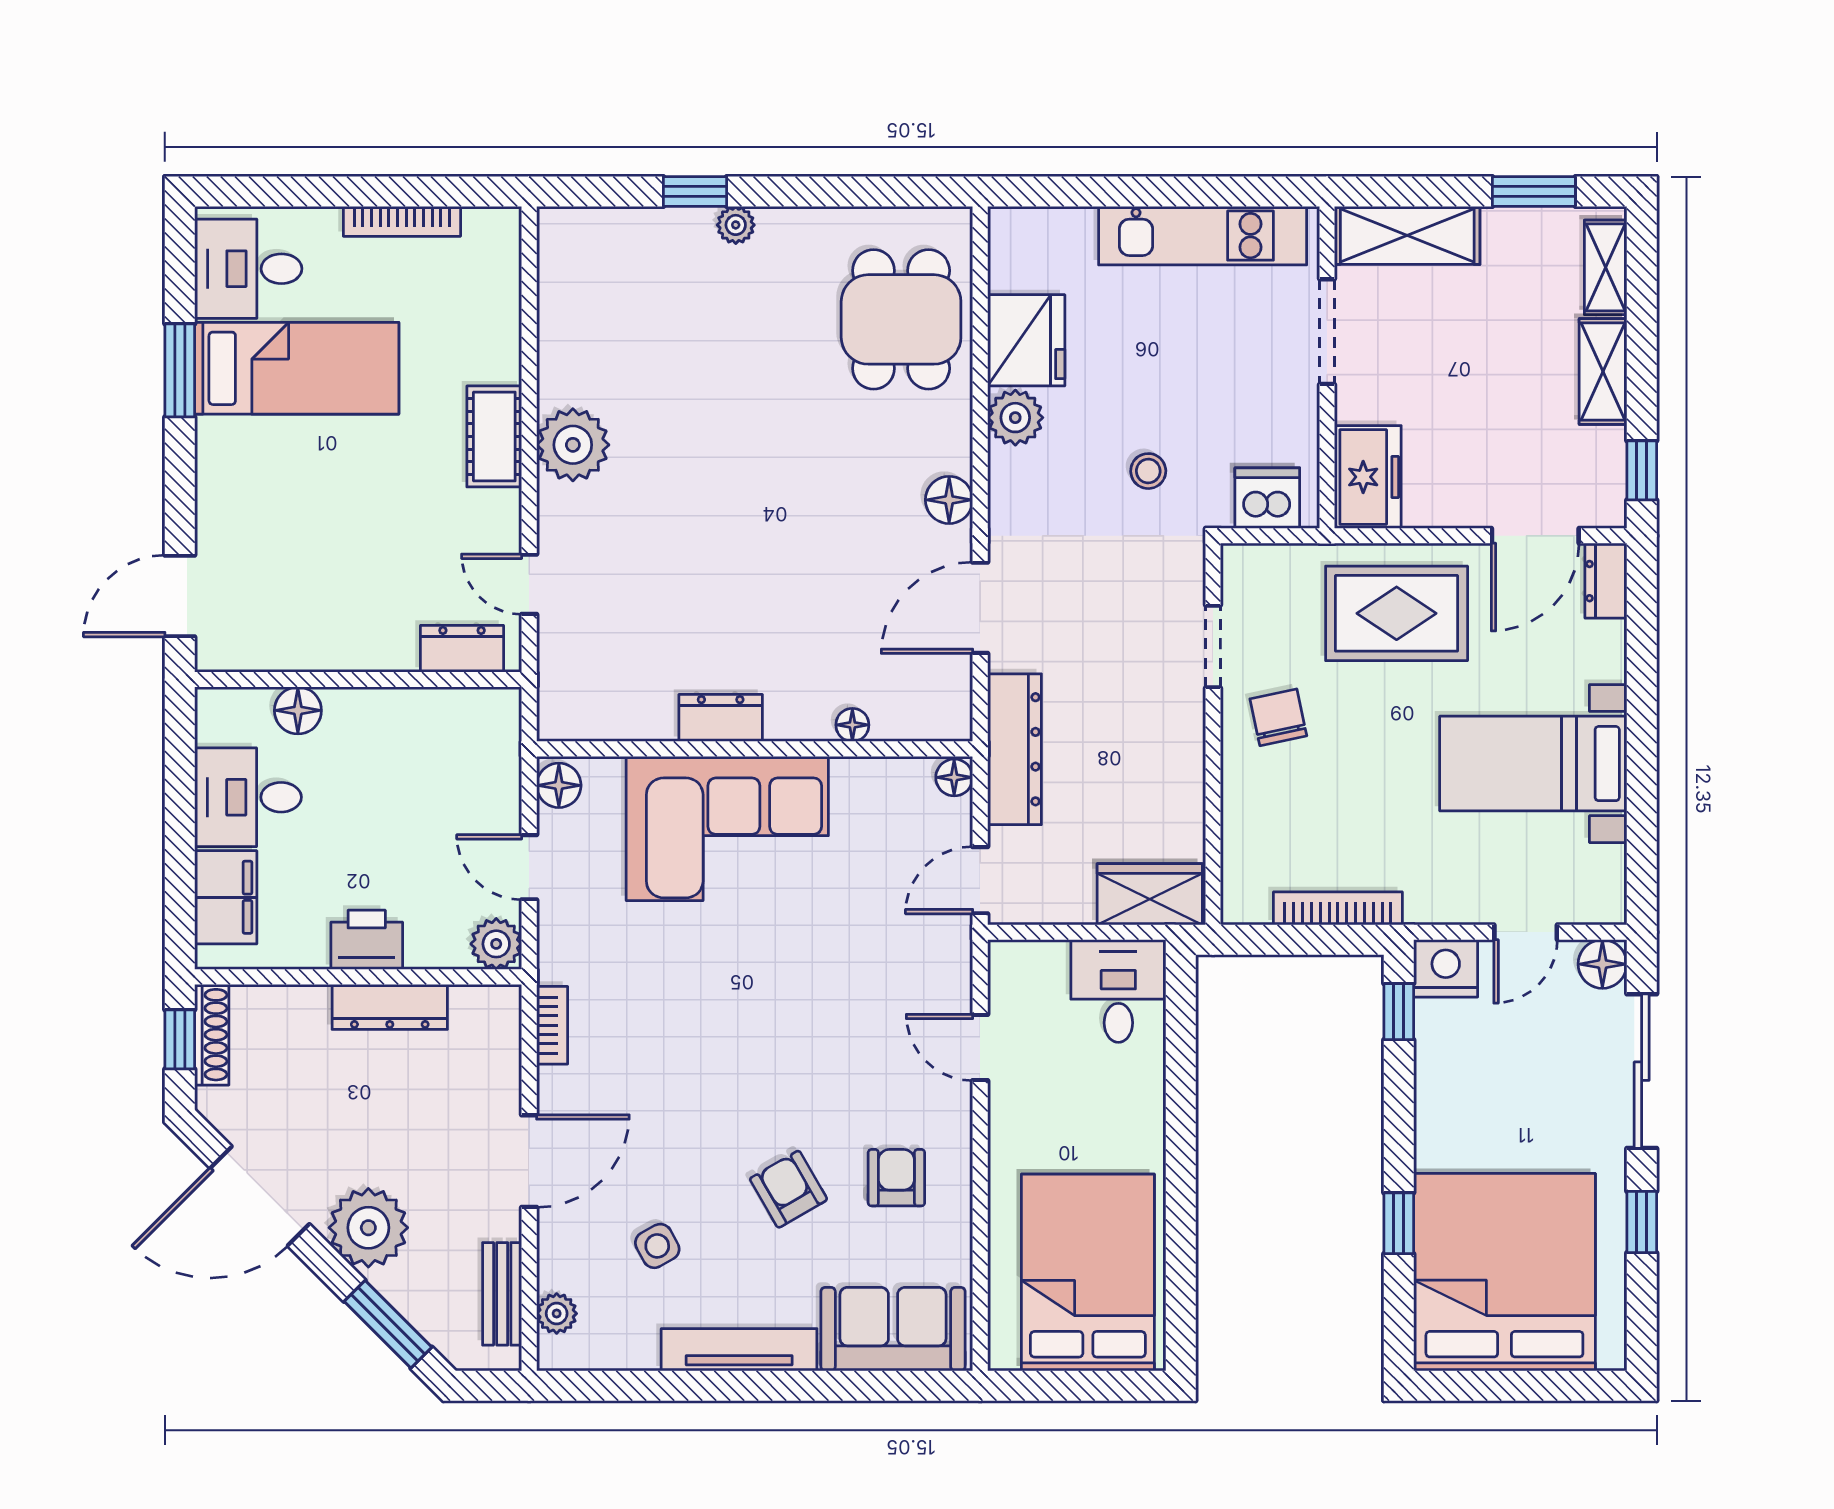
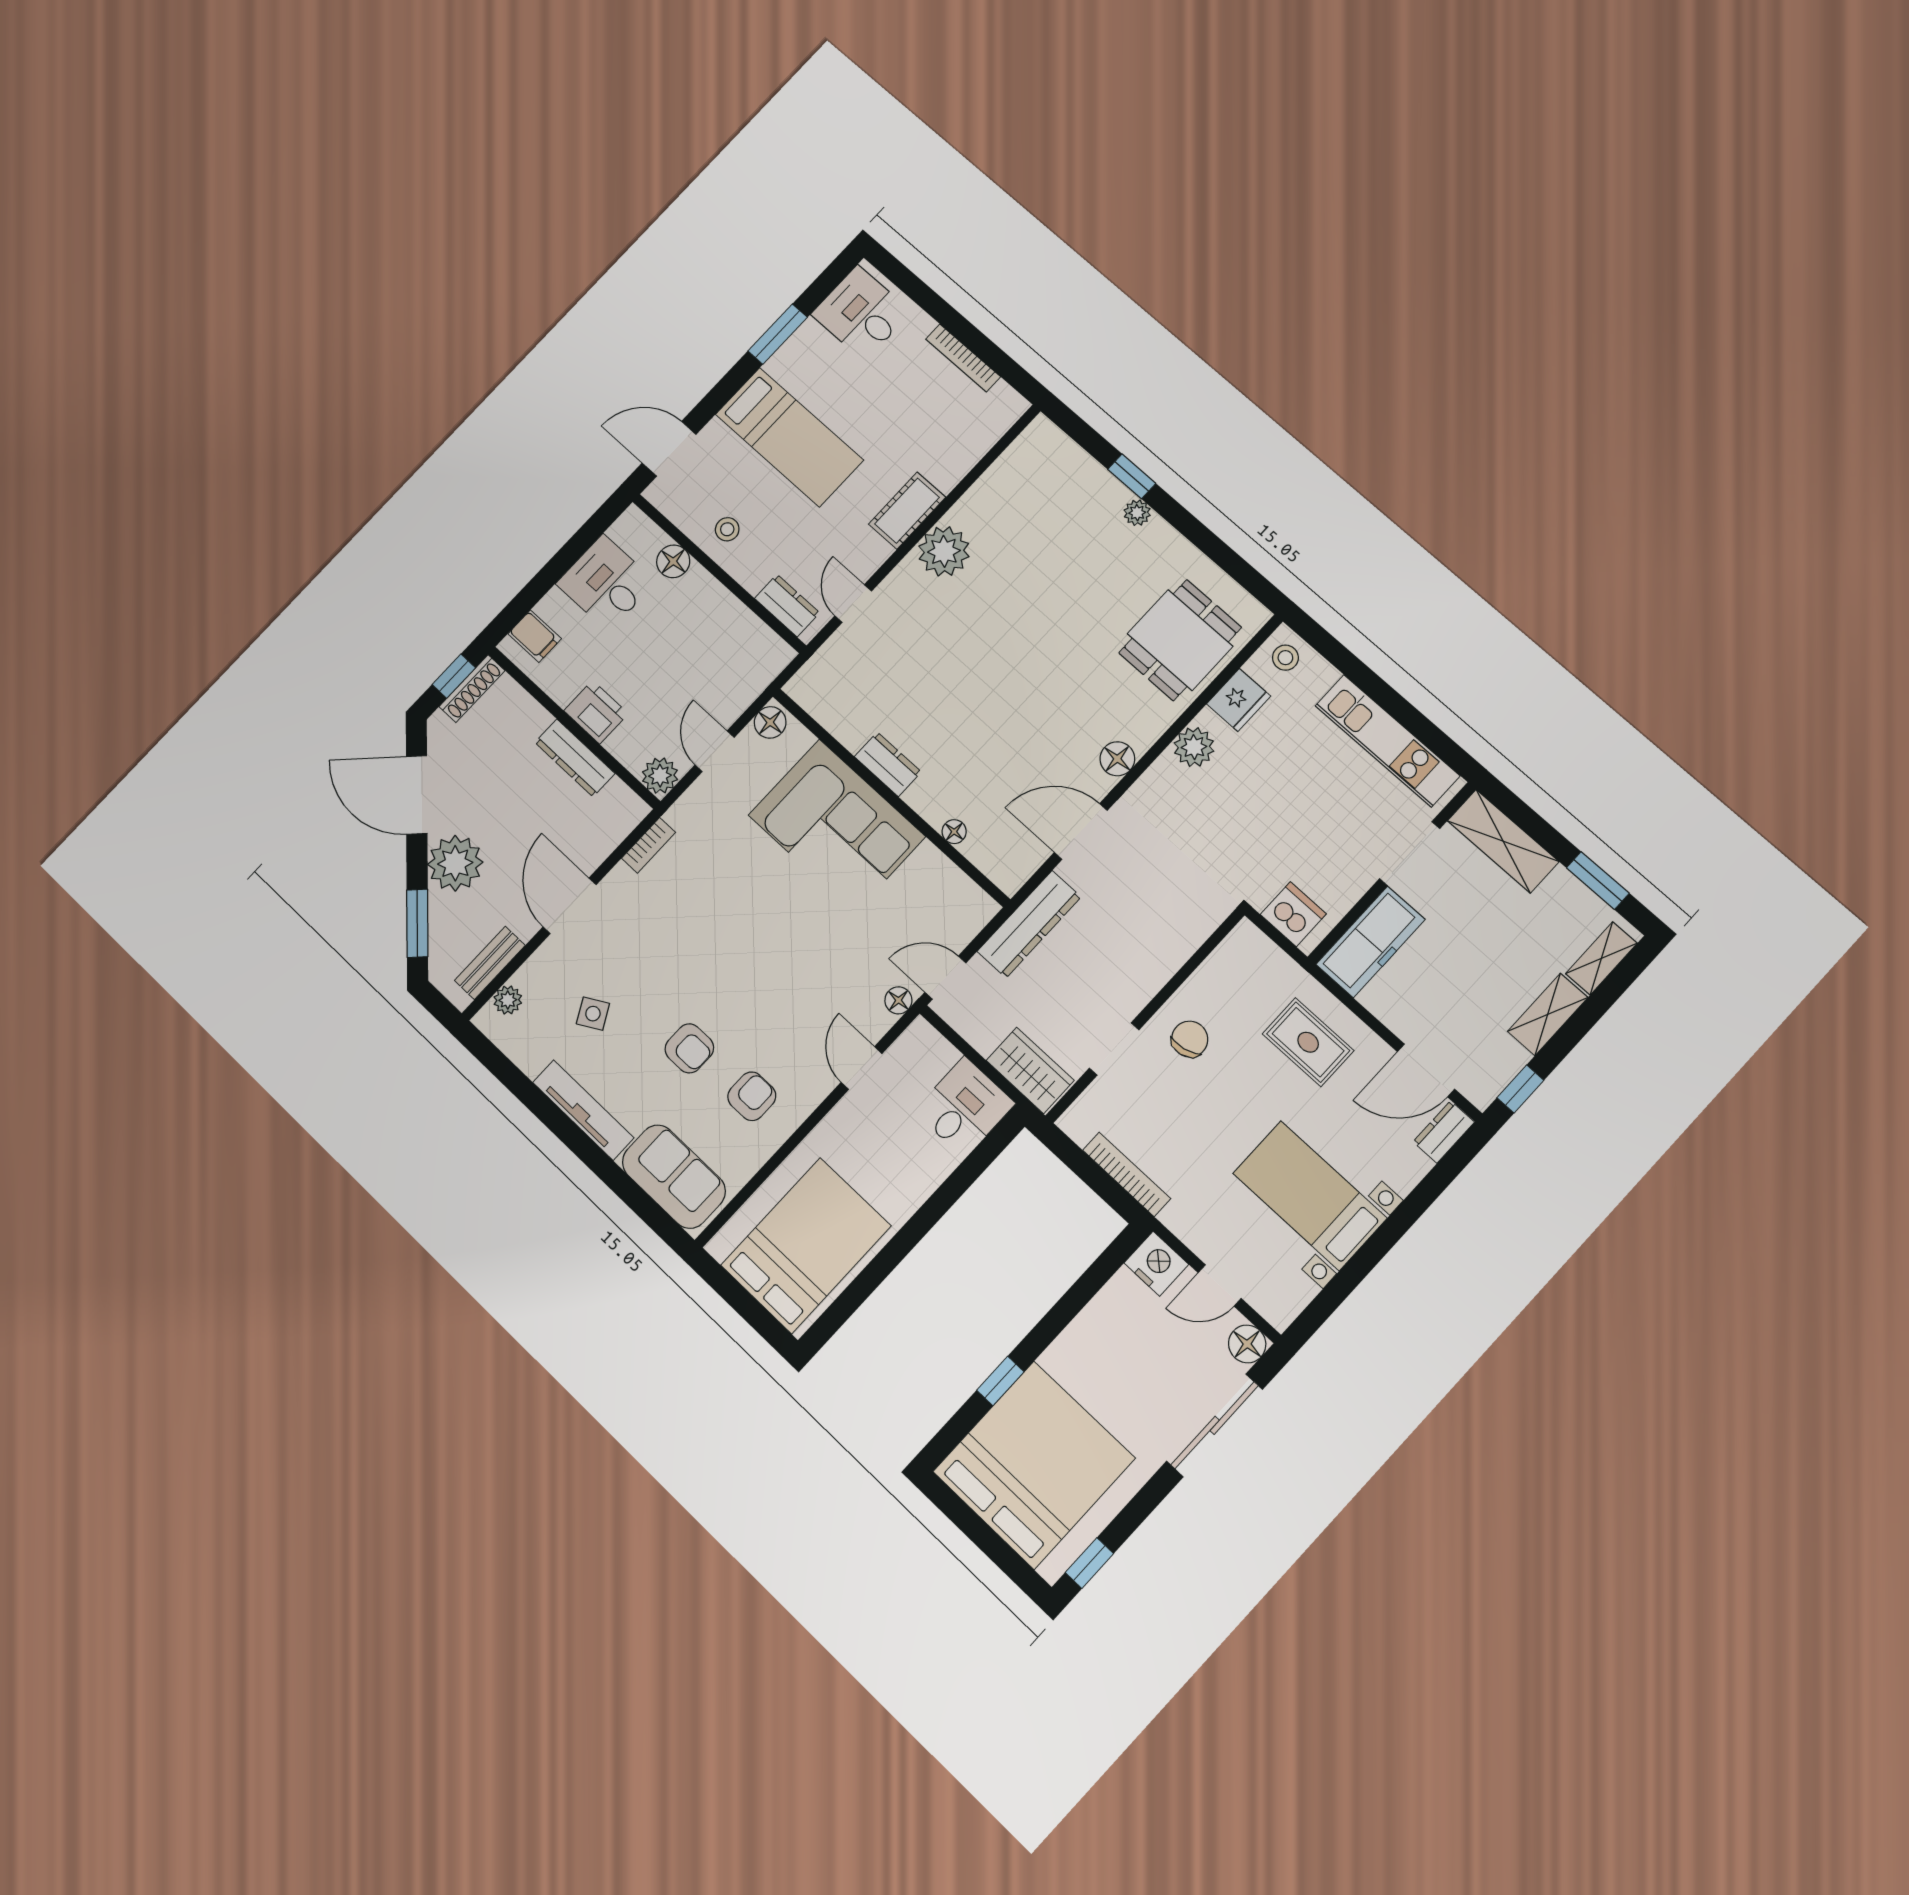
fridge: (1026, 340) -> (1239, 700), width x0.73, depth x0.75
bed: (297, 368) -> (789, 437), moved
stool: (1148, 471) -> (1285, 658), moved
freezer: (1368, 477) -> (1371, 942), width x1.40
rug: (1397, 613) -> (1308, 1042), width x0.73, depth x0.70
stool: (323, 626) -> (727, 529), added
doorway: (1213, 647) -> (1114, 1049), moved
floor lamp: (954, 777) -> (898, 1000), moved
filing cabinet: (226, 897) -> (535, 636), width x0.50
window: (1399, 1012) -> (1108, 1263), removed
door: (529, 1161) -> (570, 906), swing flipped
armchair: (788, 1189) -> (689, 1048), turned 120
window: (1642, 1222) -> (1089, 1563), moved

